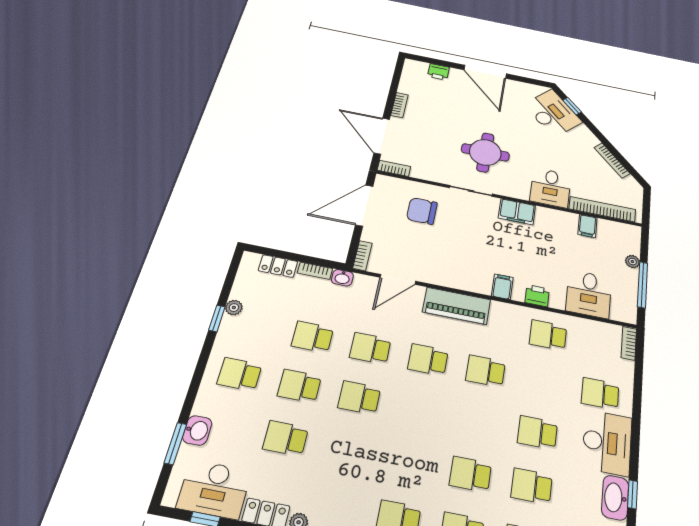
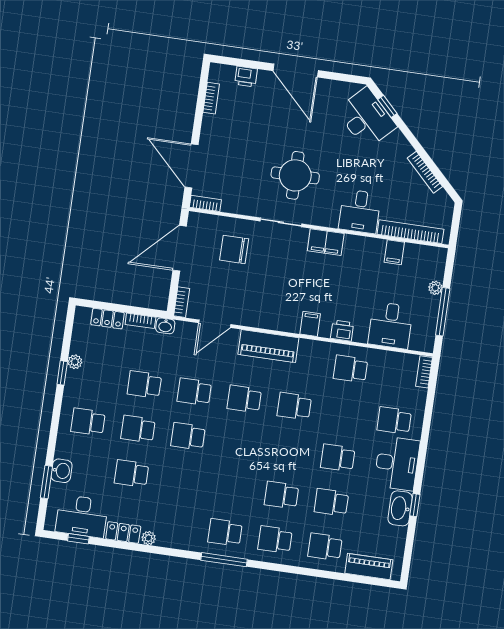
bookcase: (400, 105) -> (211, 98), moved

